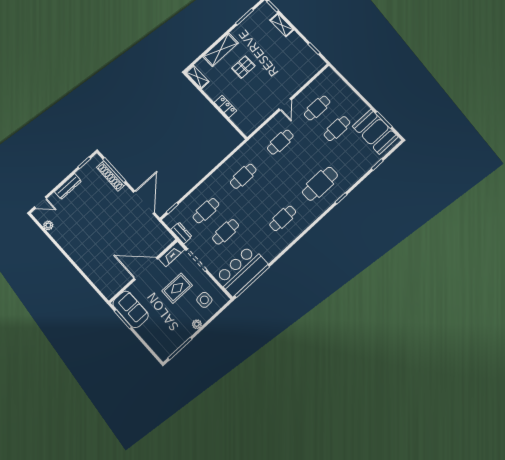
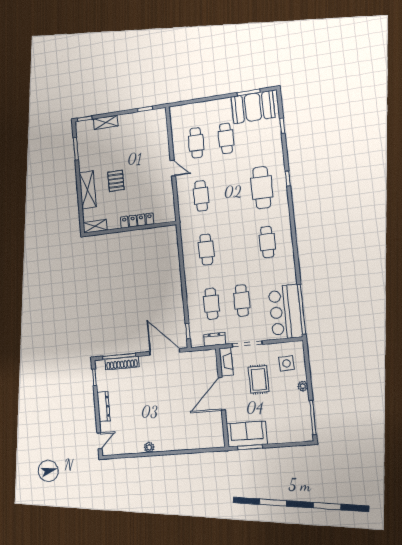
locker: (226, 106) -> (137, 221), width x1.53
plant: (48, 225) -> (149, 447), moved

